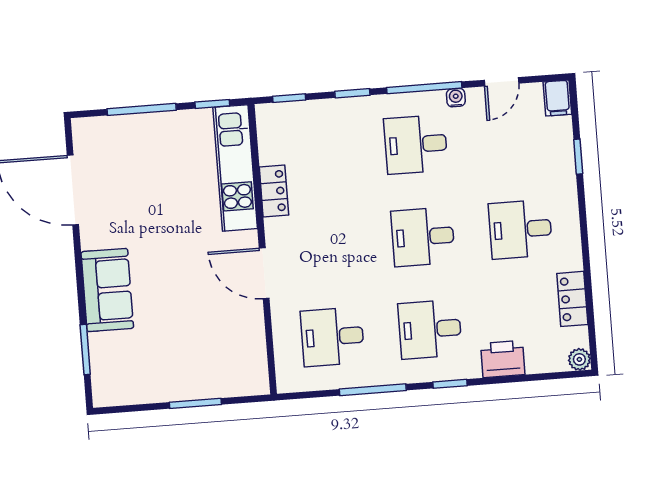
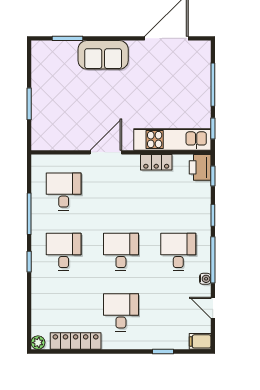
locker: (572, 299) -> (76, 341), width x1.53
printer: (503, 359) -> (200, 167), moved, turned 180

